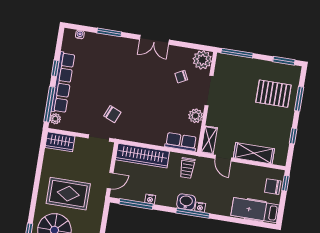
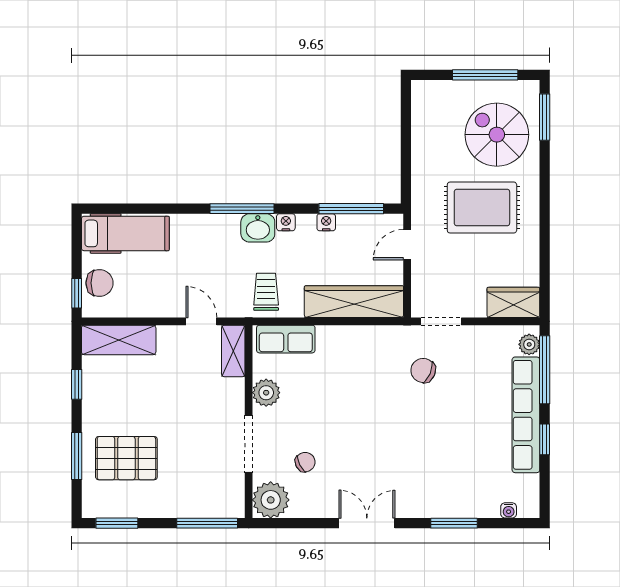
shelving: (254, 153) -> (119, 340), moved
nightstand: (200, 207) -> (286, 222), moved

